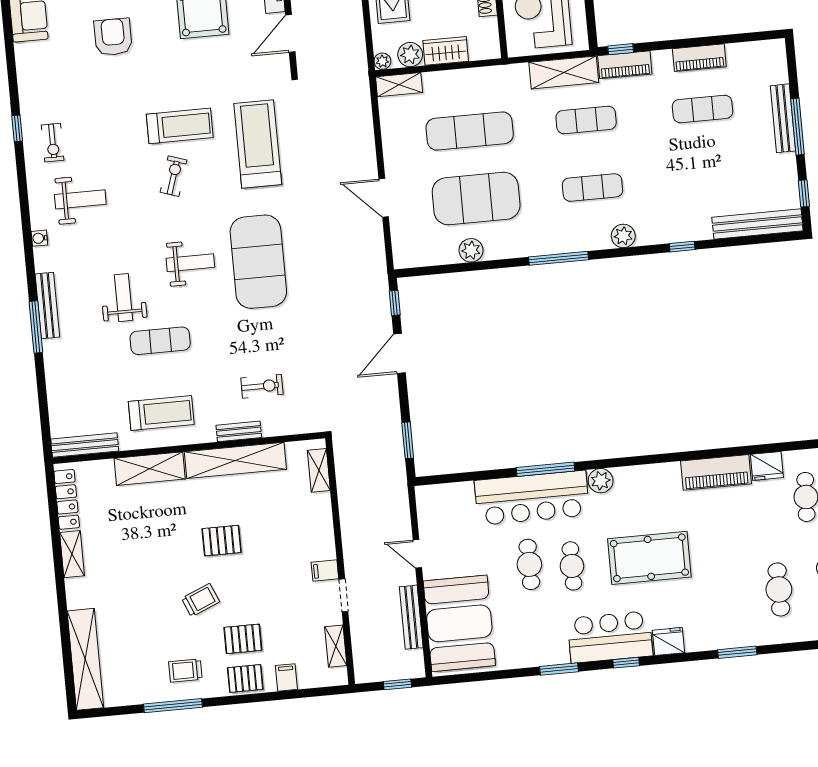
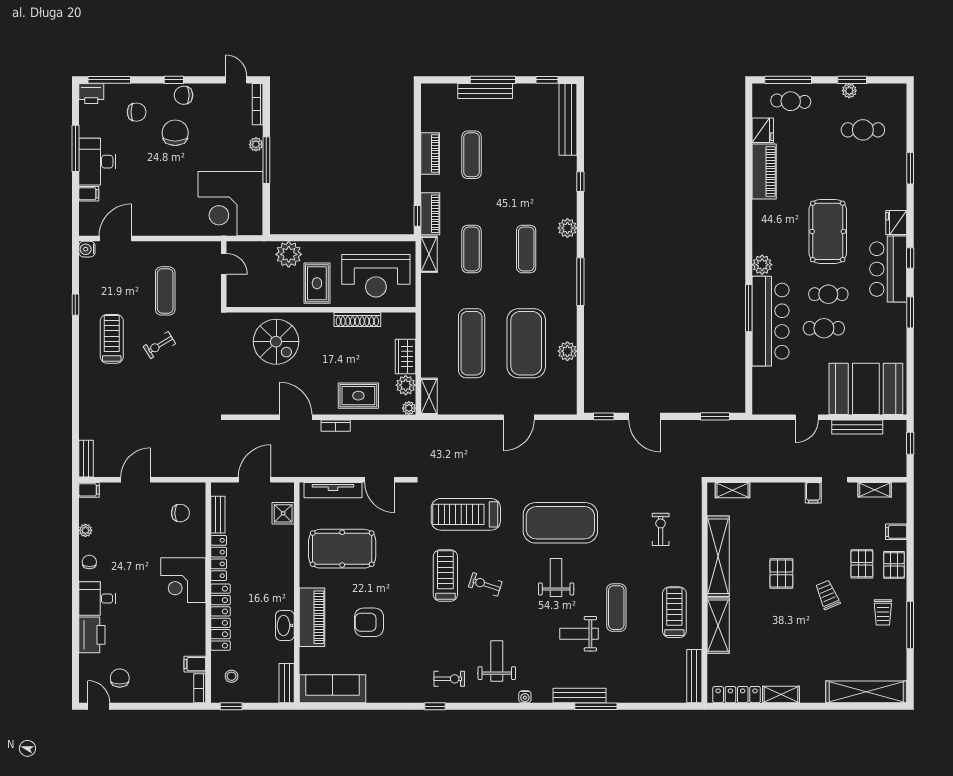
shelving: (564, 72) -> (429, 254), width x0.67, depth x0.75
bench: (239, 431) -> (695, 551), removed

